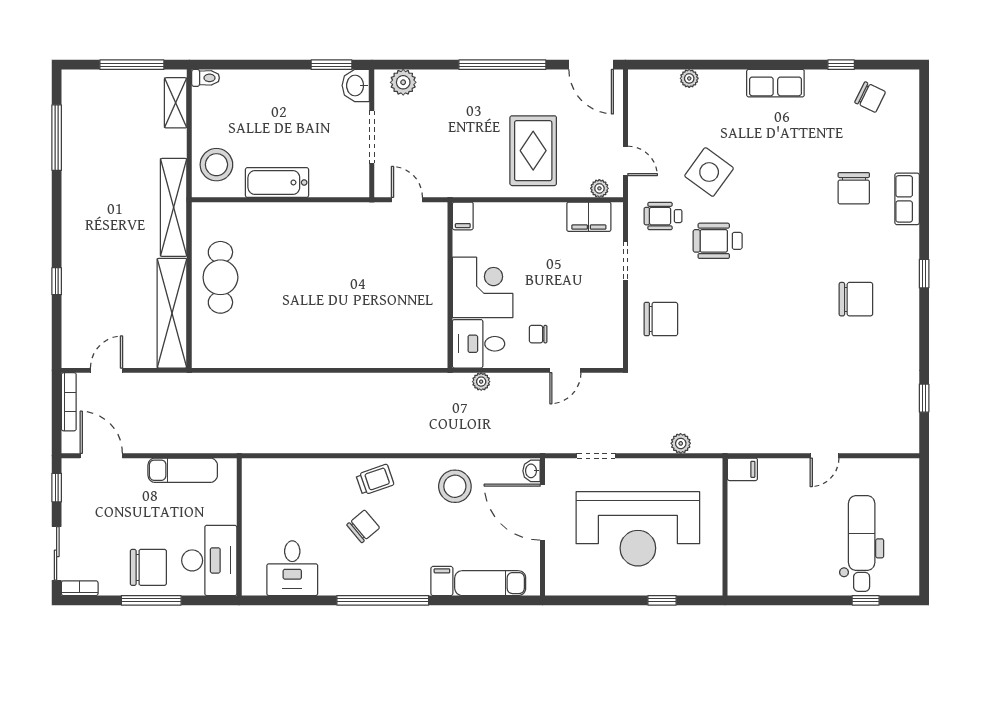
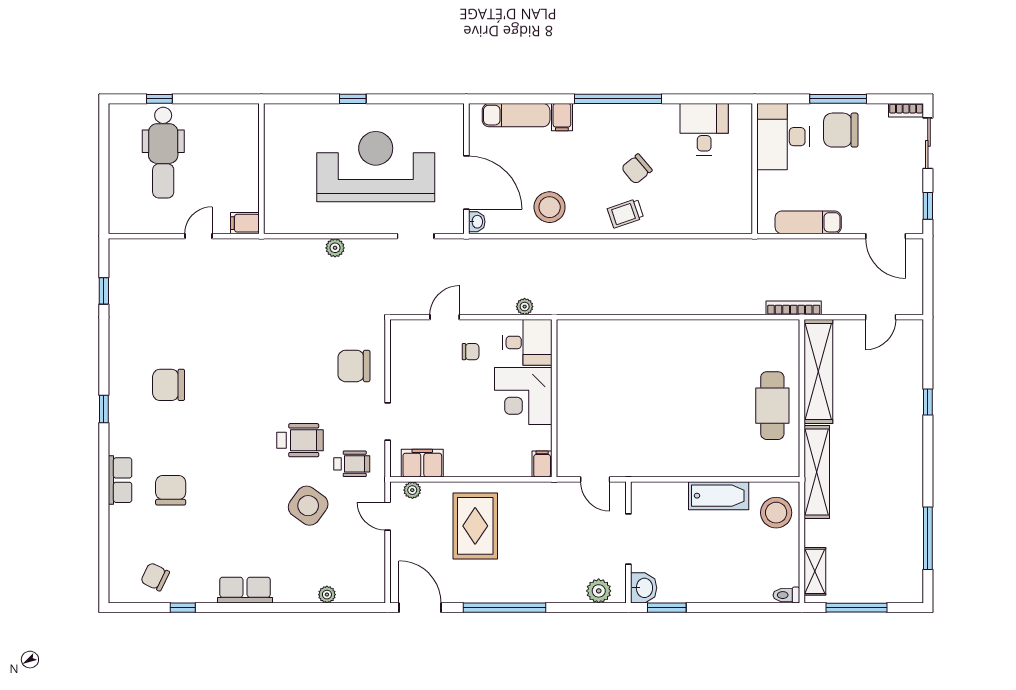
bookcase: (69, 402) -> (794, 308), moved, turned 90
filing cabinet: (742, 469) -> (245, 223), moved
wall: (725, 527) -> (261, 169), moved

